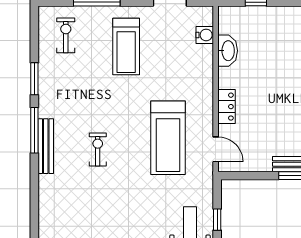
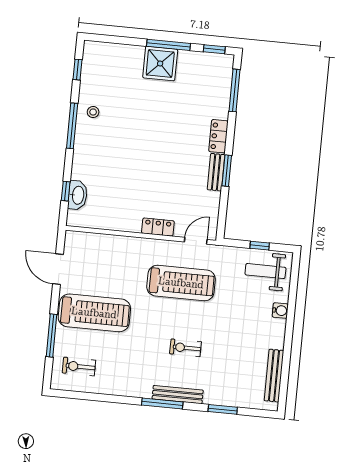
water cooler: (205, 35) -> (91, 240), removed
treadmill: (126, 46) -> (94, 313), width x1.37, depth x1.38
washbasin: (228, 51) -> (78, 195), moved, turned 90
window: (34, 79) -> (223, 409), moved

